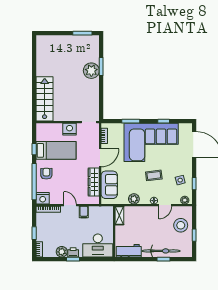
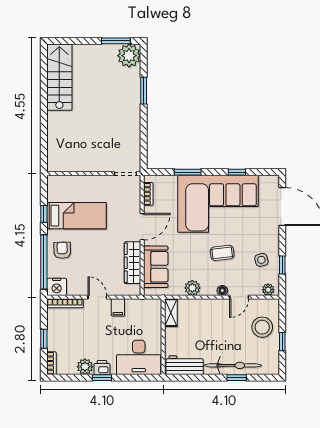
plant: (91, 71) -> (129, 56), moved
stairs: (45, 99) -> (59, 77), moved
nightstand: (70, 129) -> (97, 184), removed

